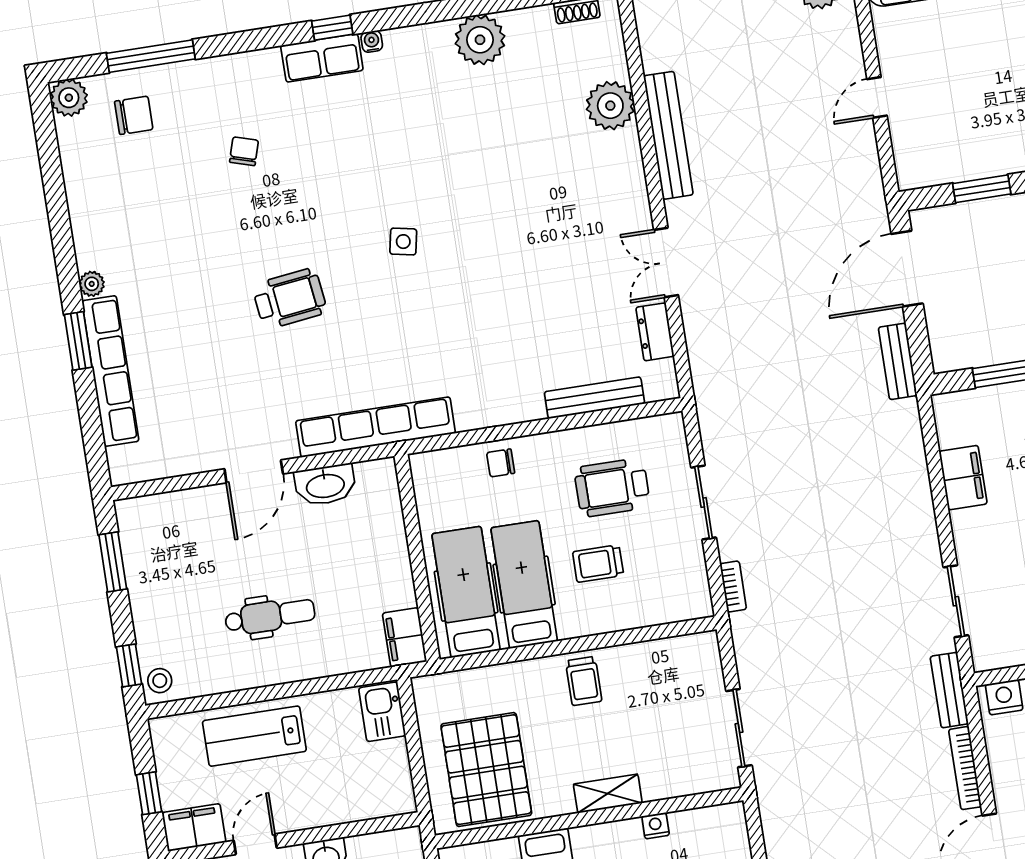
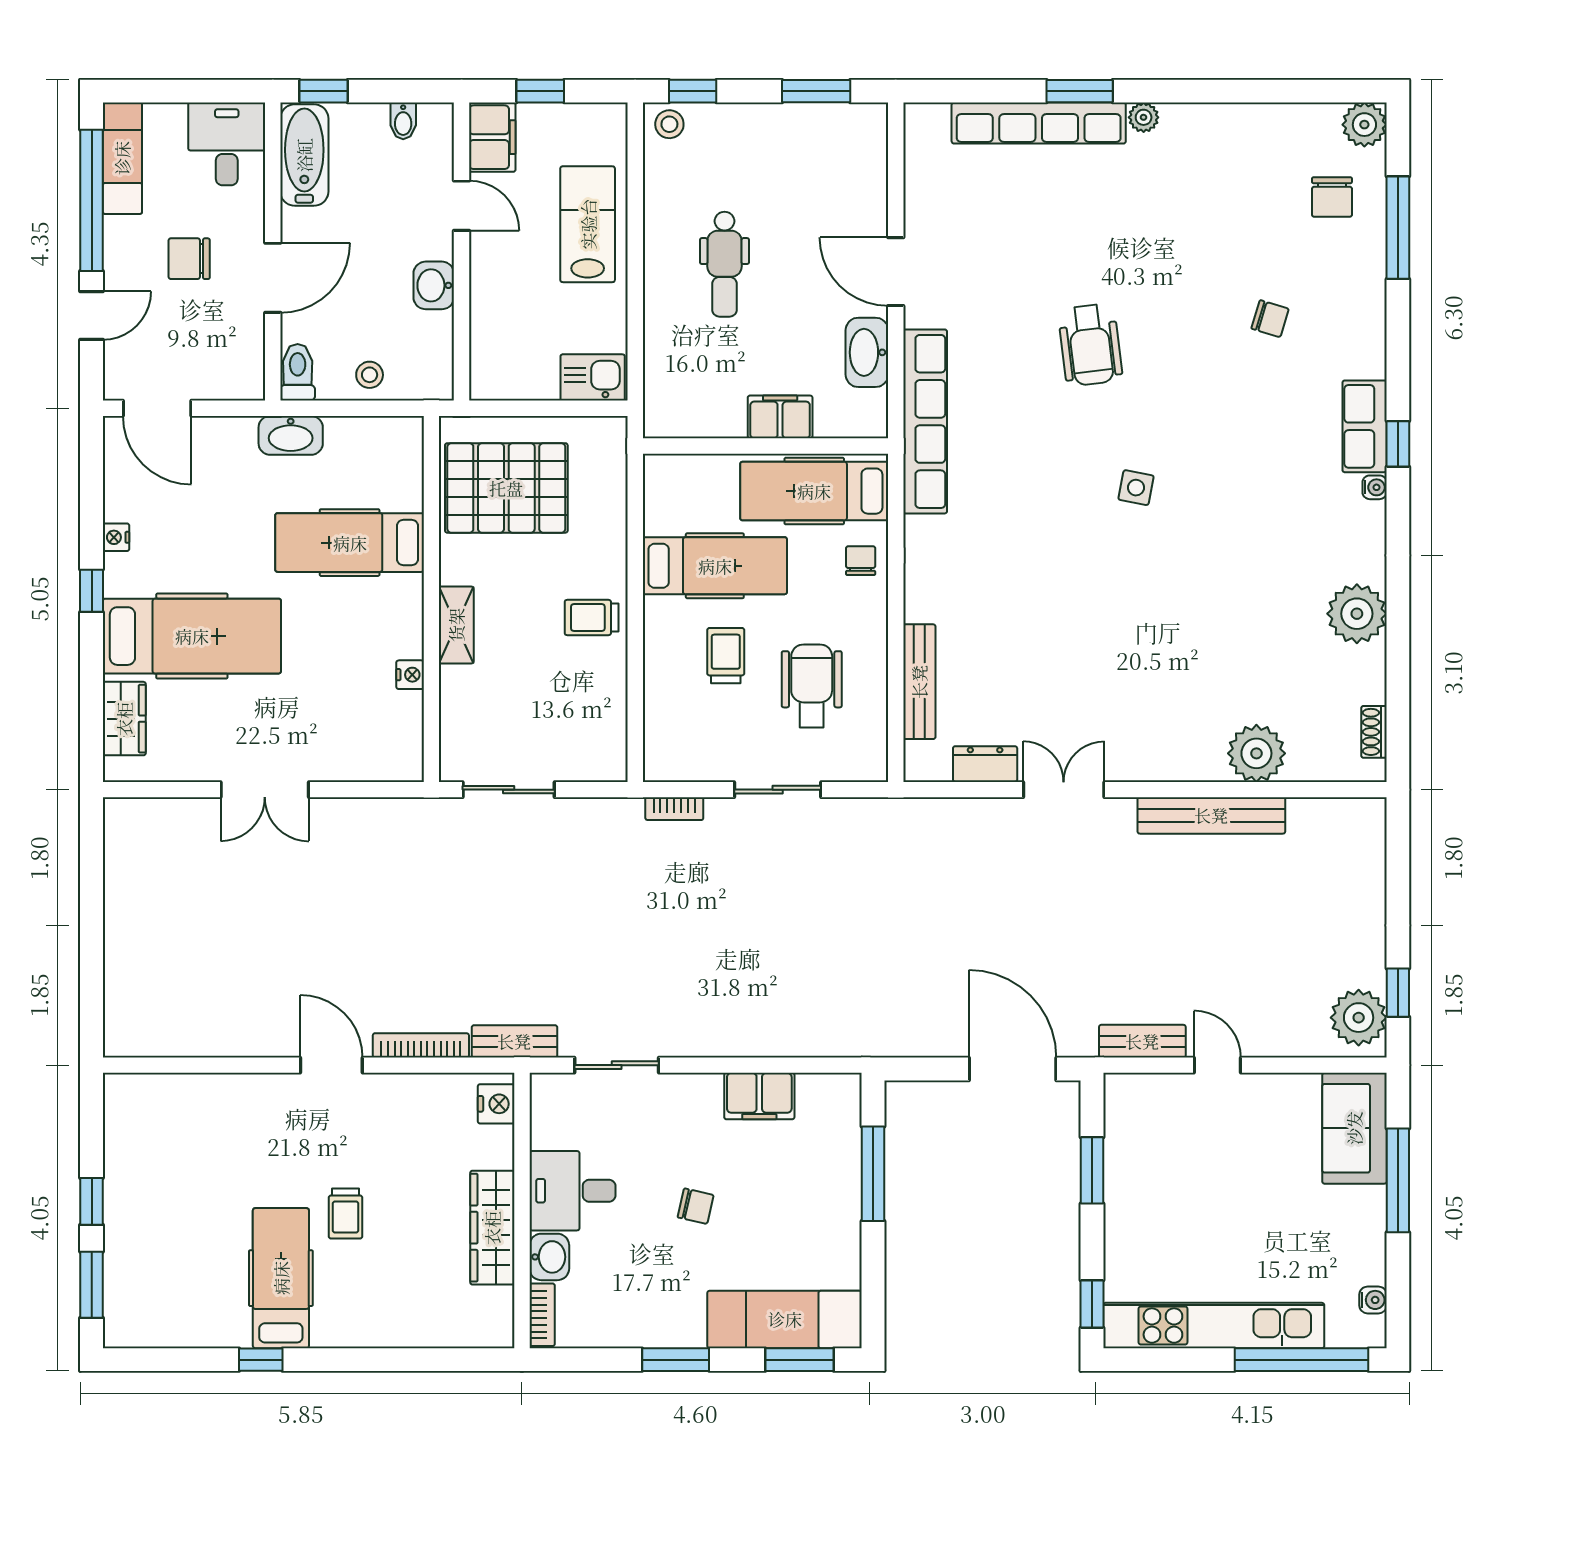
bench: (898, 361) -> (1142, 1041), moved
hospital bed: (466, 592) -> (814, 491), moved, turned 180
filing cabinet: (405, 637) -> (780, 417), moved

